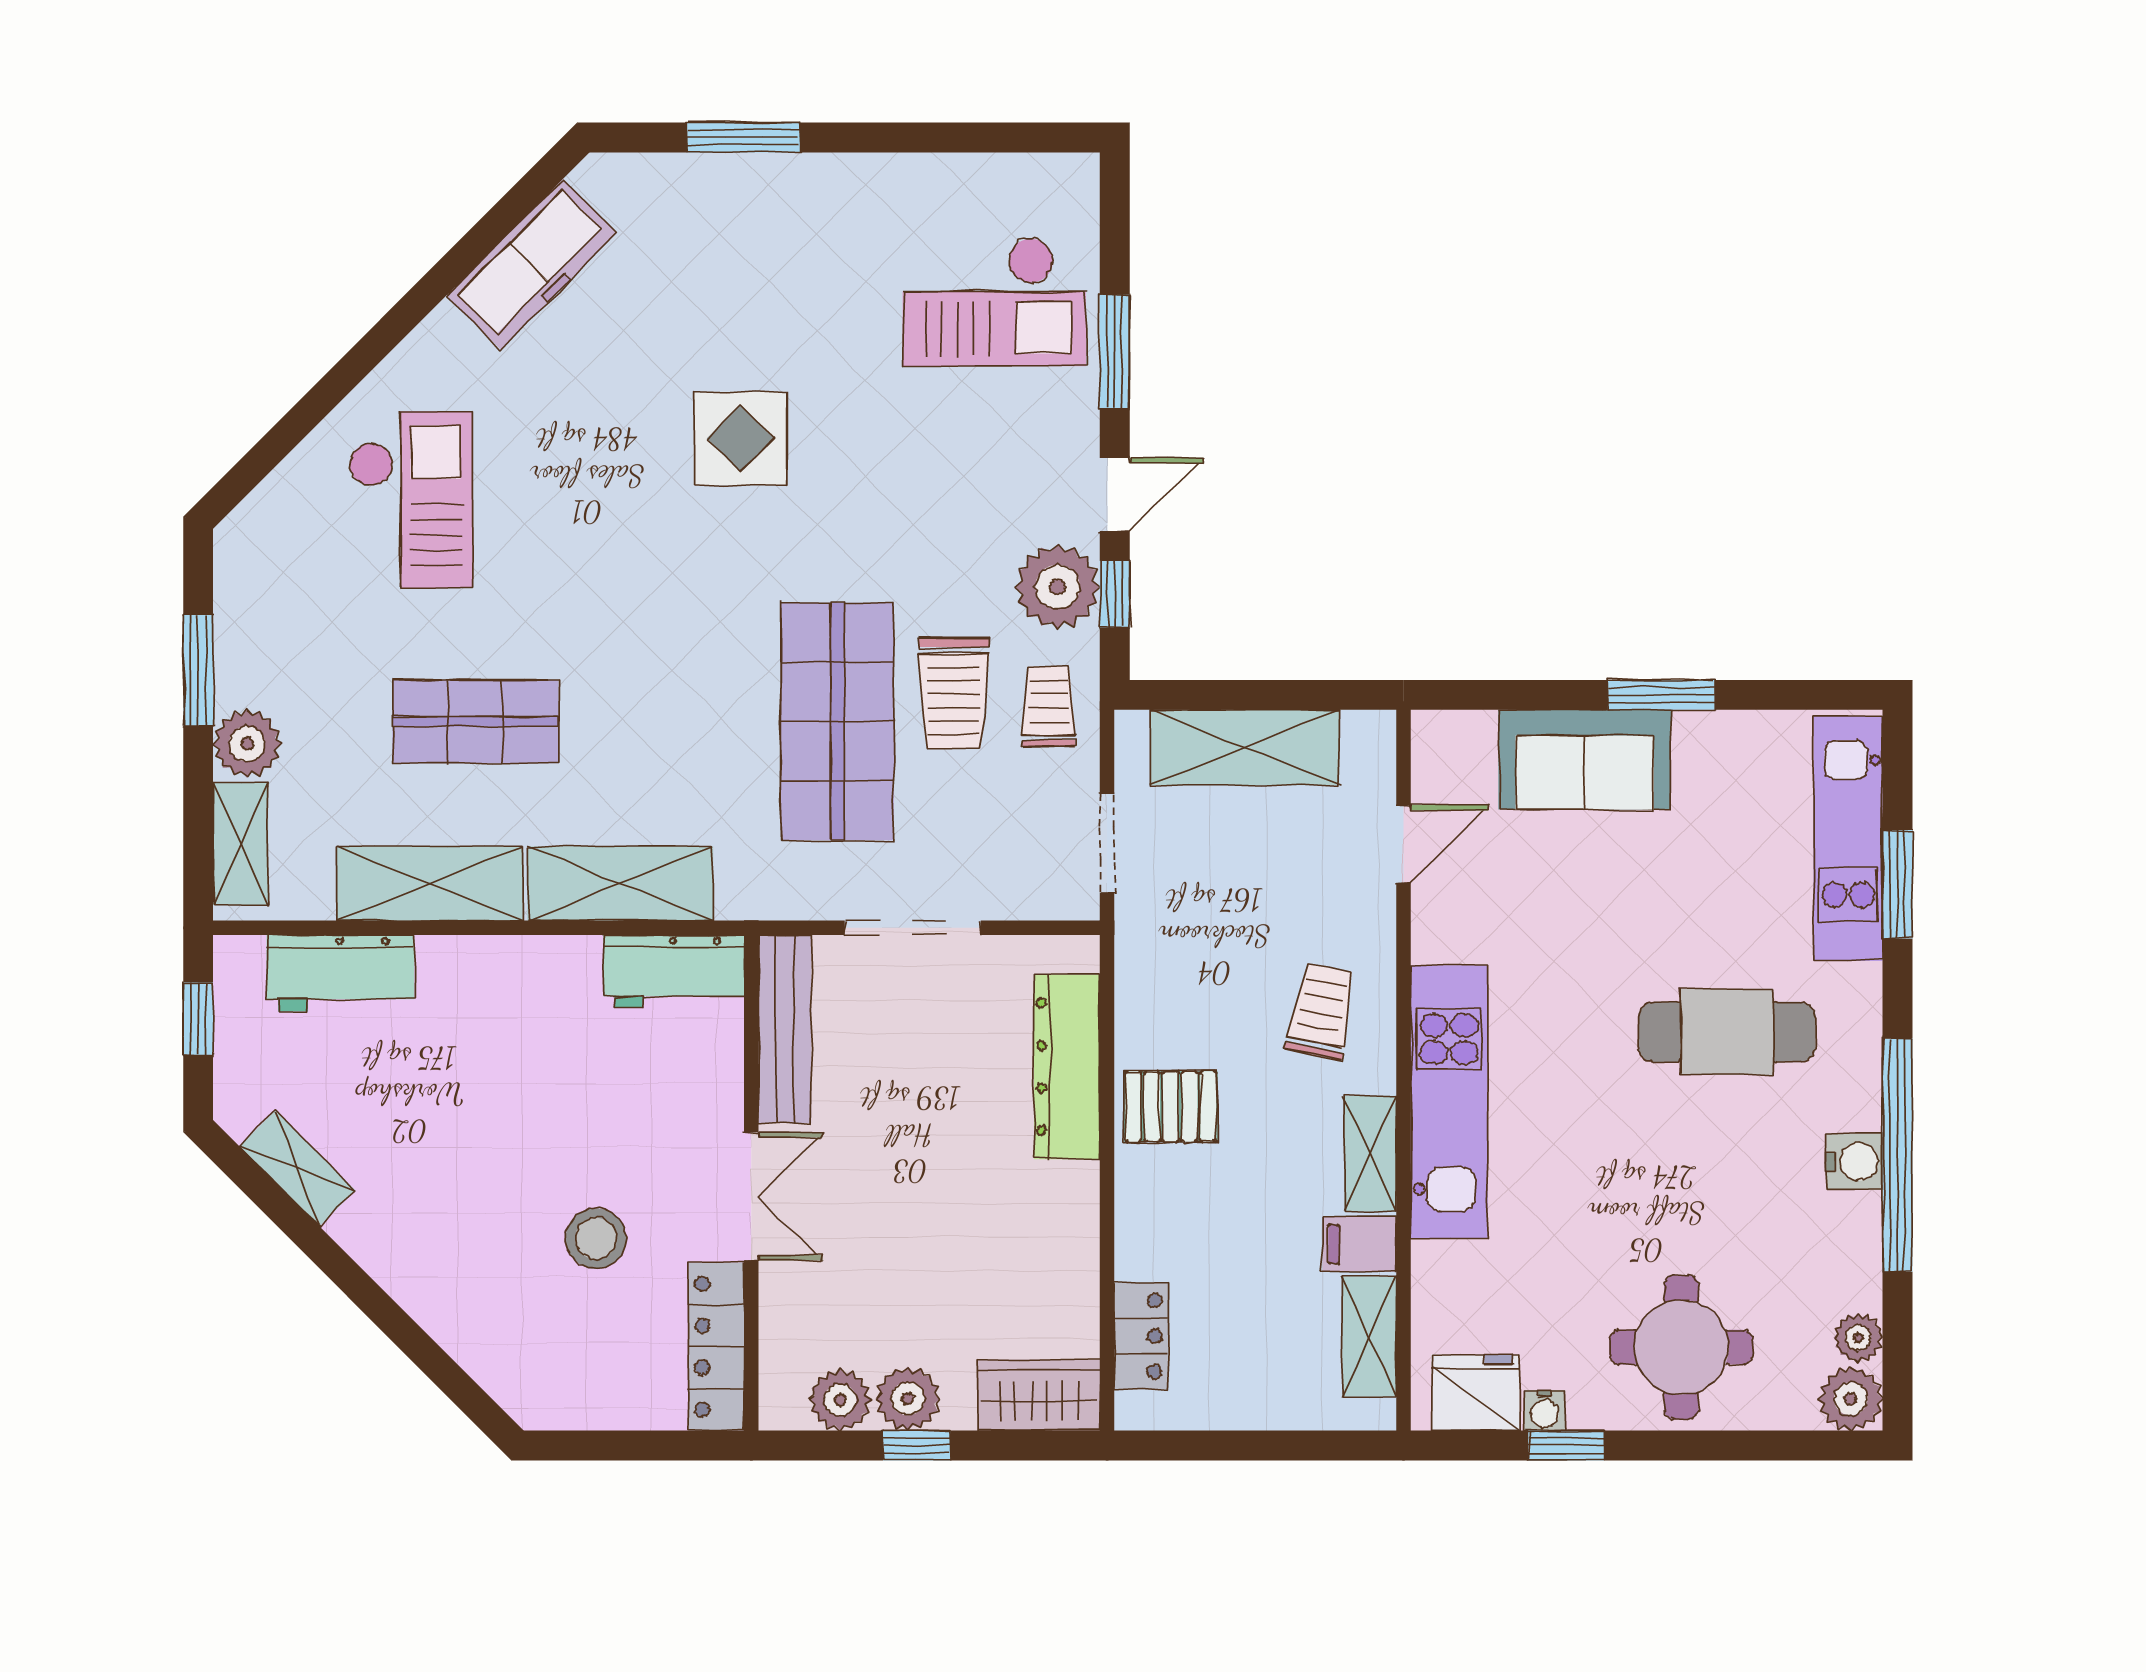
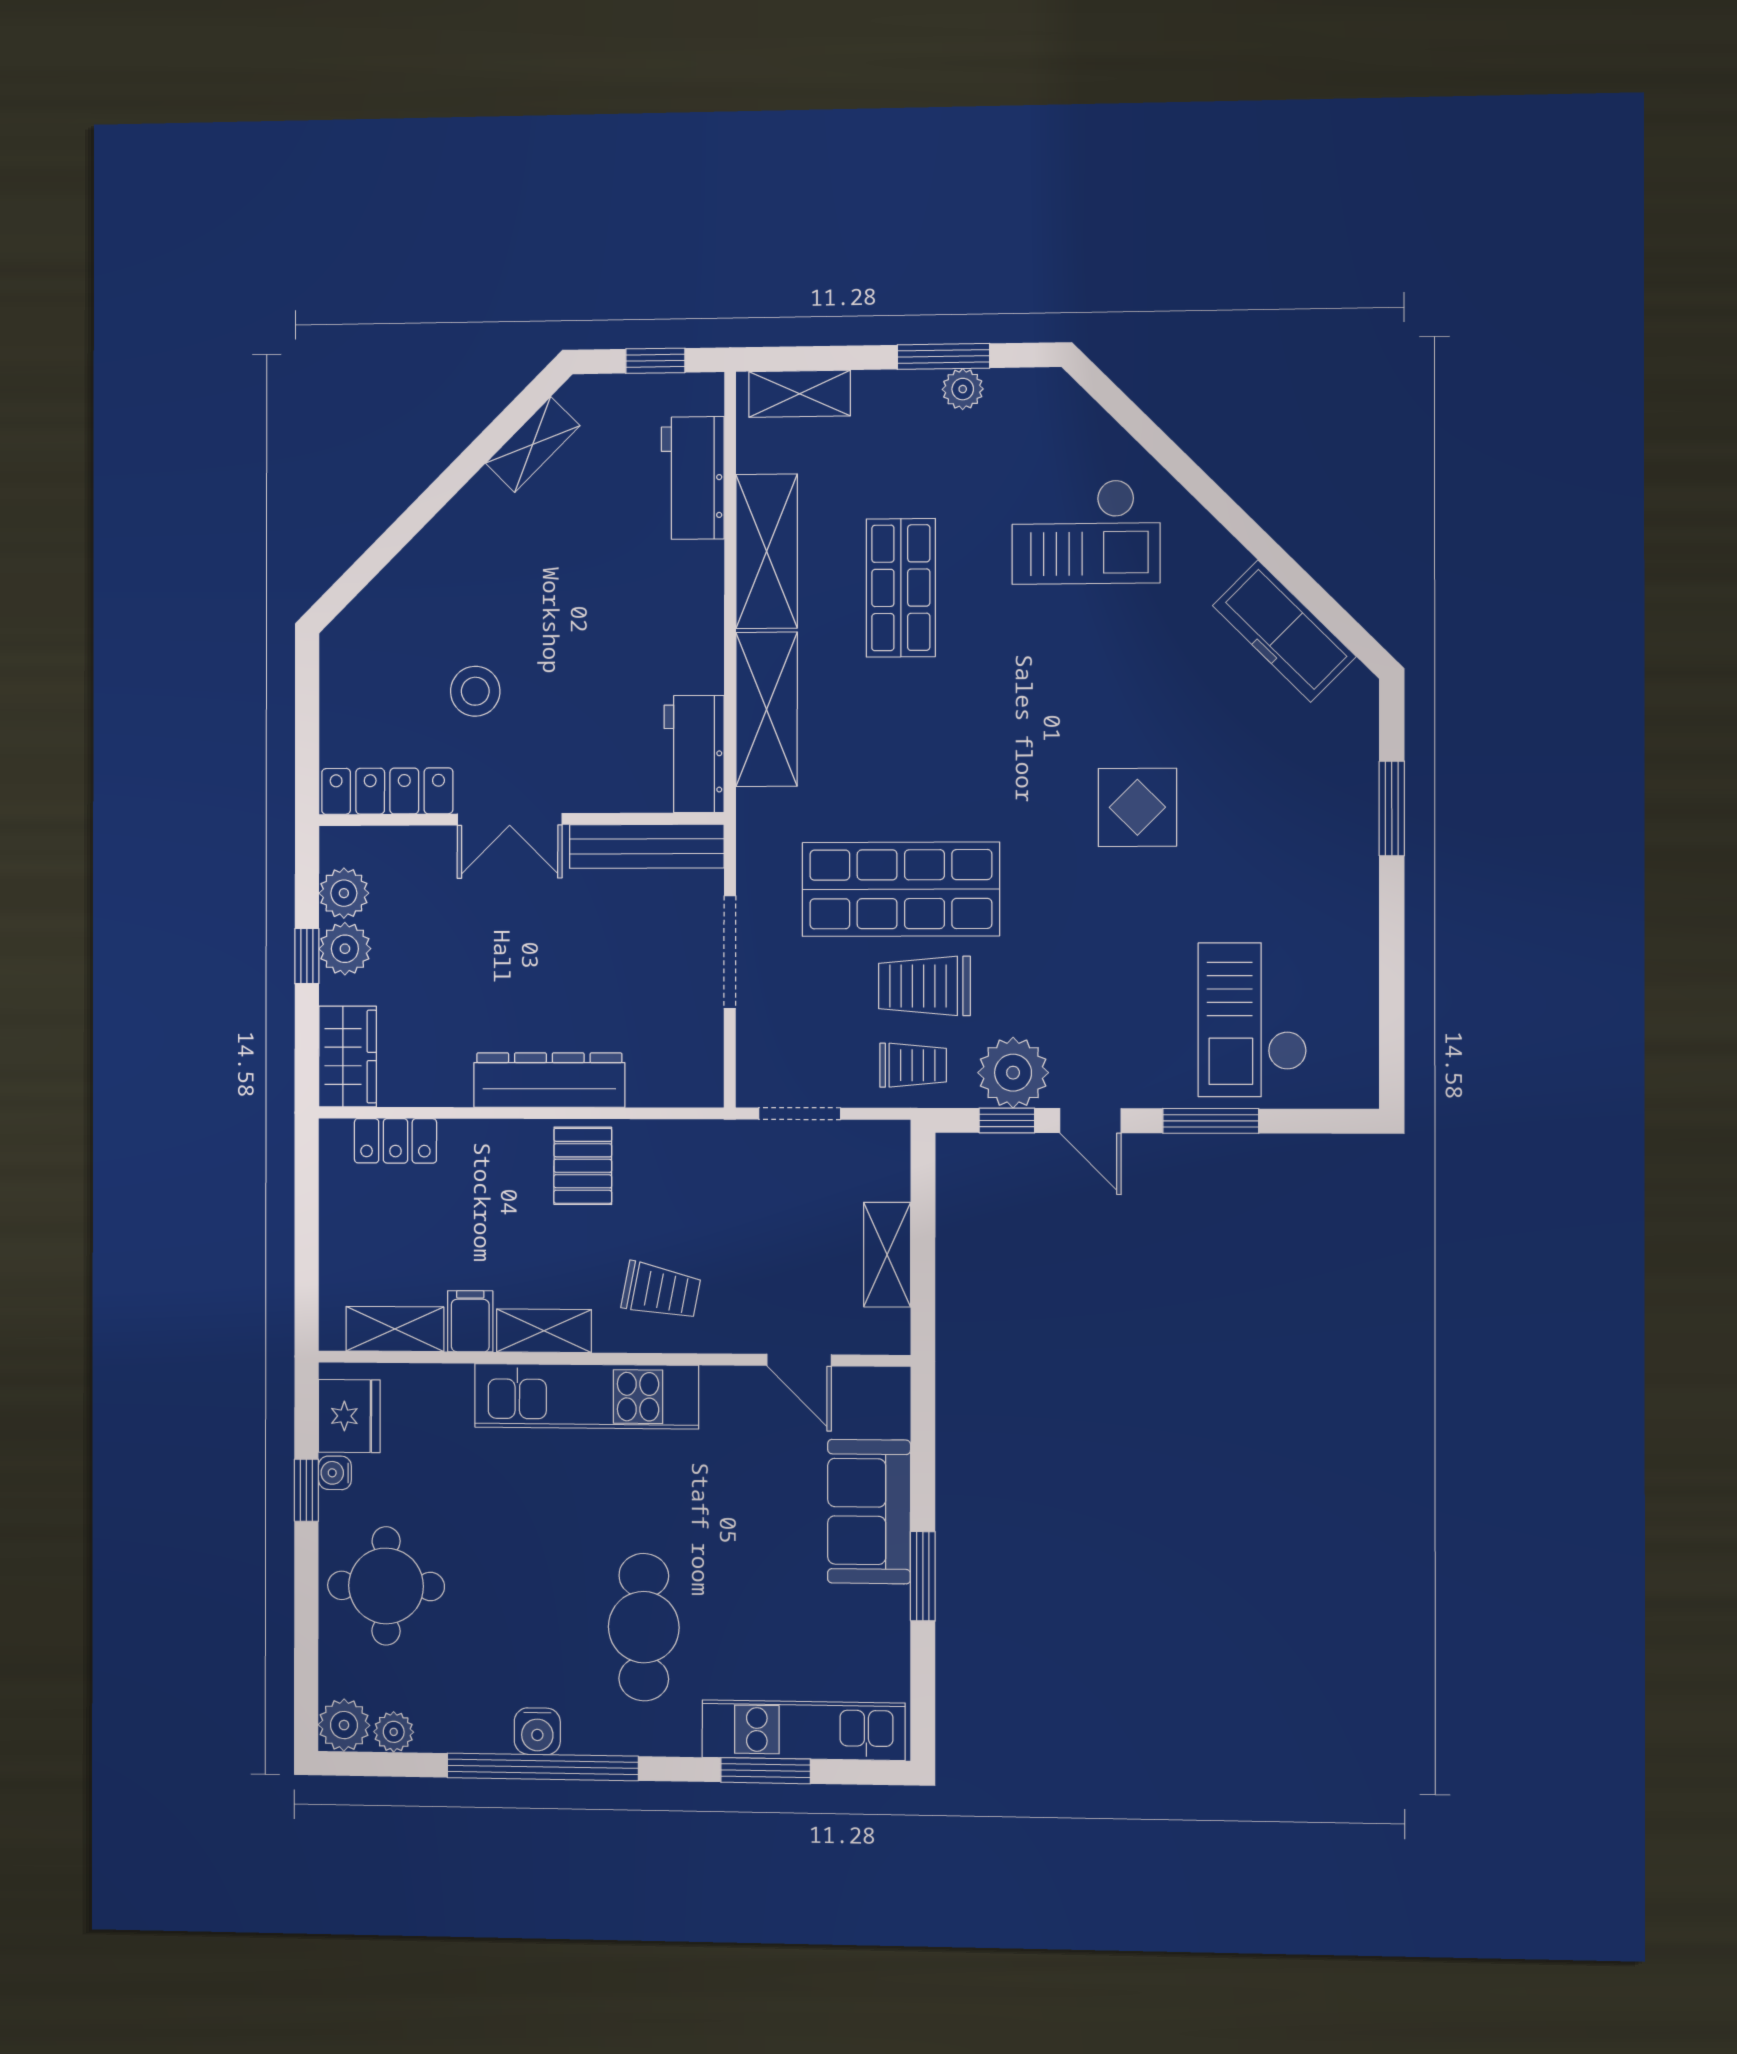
plant: (247, 744) -> (963, 389), moved, width x0.73, depth x0.73
shelving: (1245, 747) -> (887, 1255), width x0.67, depth x0.75
dresser: (1067, 1067) -> (549, 1080), moved

